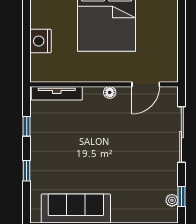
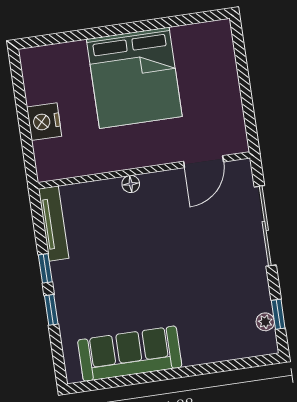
floor lamp: (110, 92) -> (131, 184), moved
tv unit: (57, 93) -> (54, 224), moved, turned -90
window: (27, 126) -> (45, 268), moved

